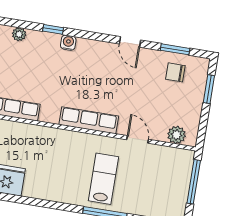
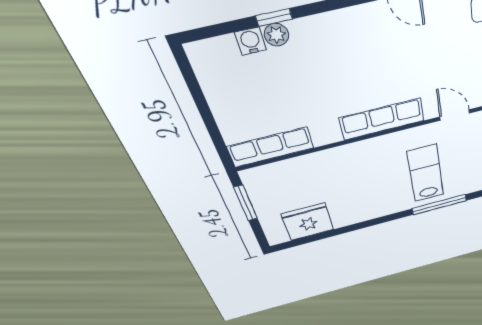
plant: (19, 34) -> (276, 35), moved
water cooler: (68, 43) -> (251, 41), moved

